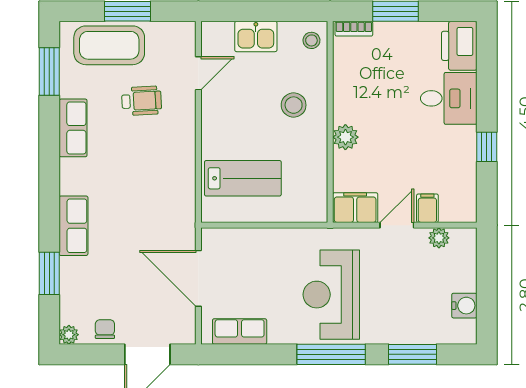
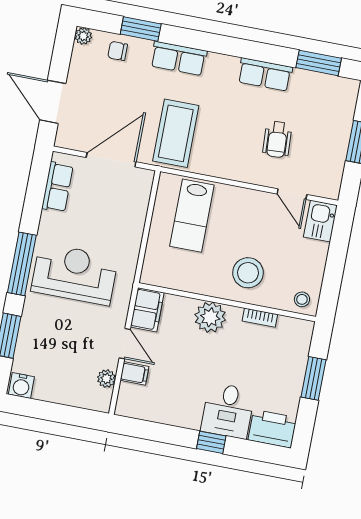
bookcase: (354, 29) -> (260, 318), moved, turned -90
kitchen sink: (256, 37) -> (320, 221), moved
coffee table: (109, 45) -> (176, 133), moved
stool: (294, 105) -> (248, 273), width x1.38, depth x1.38
plant: (345, 137) -> (210, 317), width x1.36, depth x1.36
window: (487, 147) -> (211, 442), moved
water cooler: (464, 306) -> (21, 386), moved
chair: (105, 329) -> (118, 51), moved, turned 180

